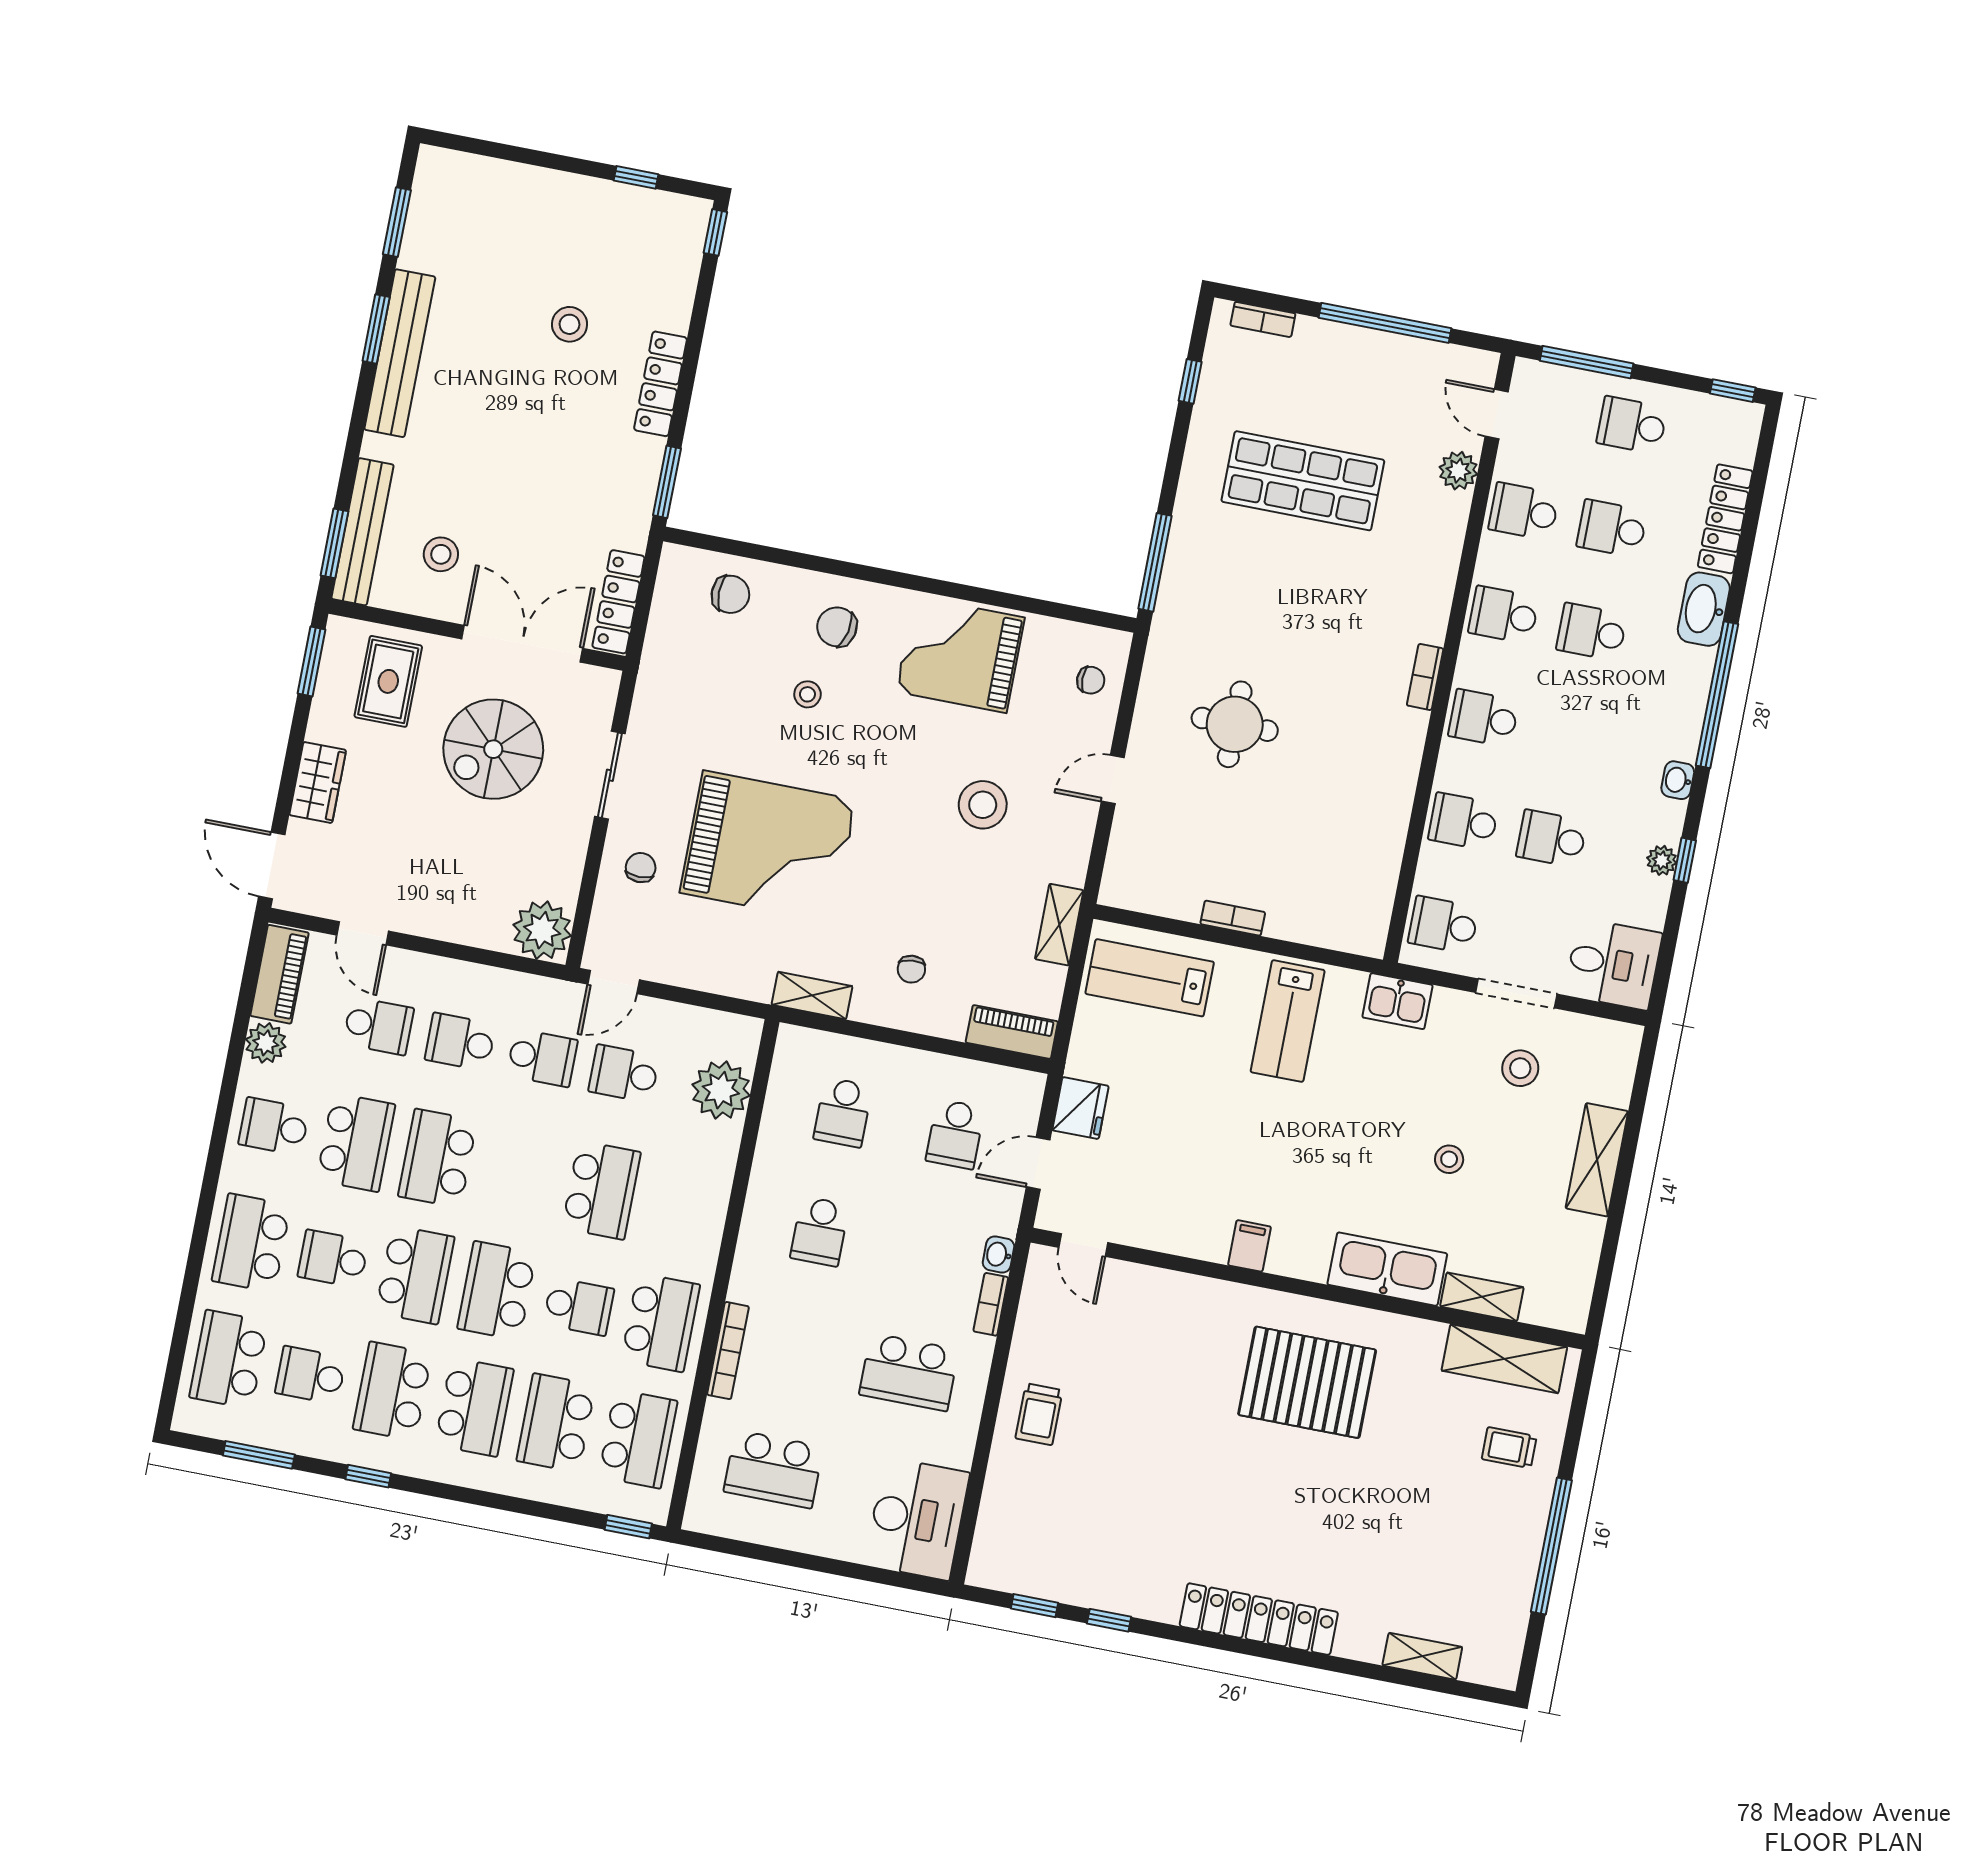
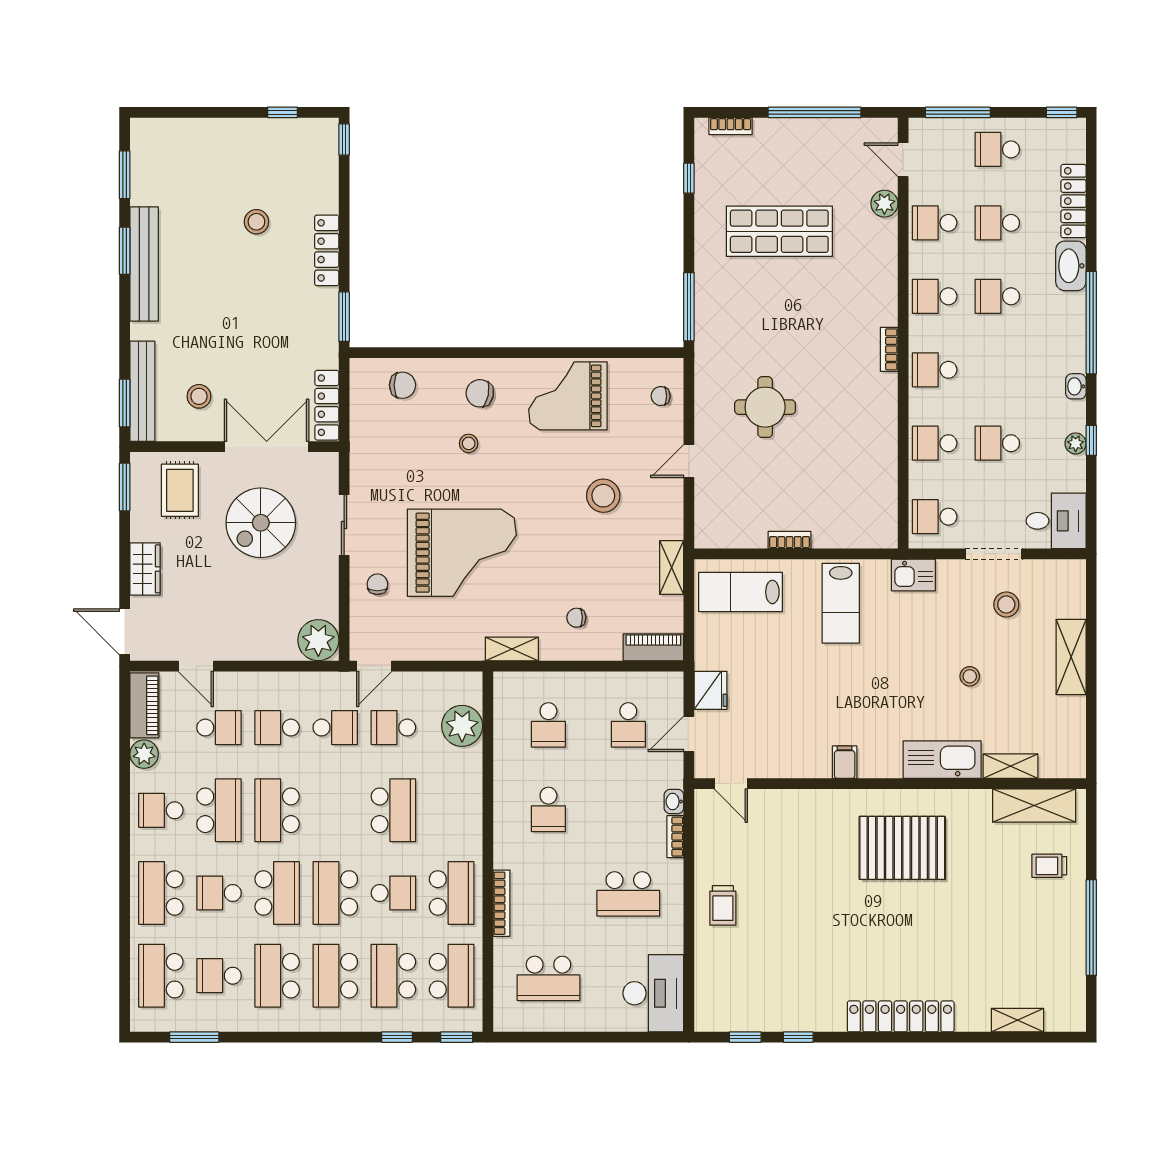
chair: (1091, 680) -> (661, 396), turned 180
chair: (911, 969) -> (576, 618), turned 95
school desk: (474, 1407) -> (335, 976), turned 180
window: (368, 1476) -> (397, 1037), moved

